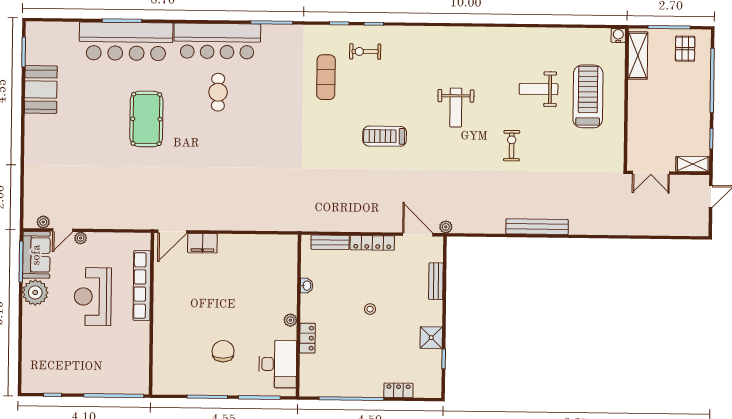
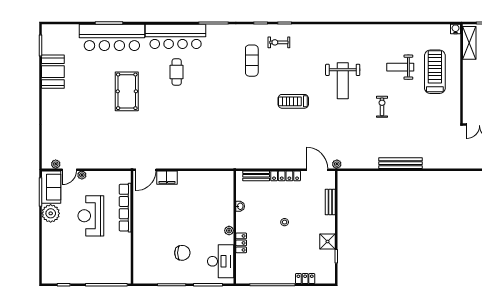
weight bench: (456, 108) -> (343, 81), width x1.36, depth x1.33
chair: (223, 351) -> (182, 253), turned 90

